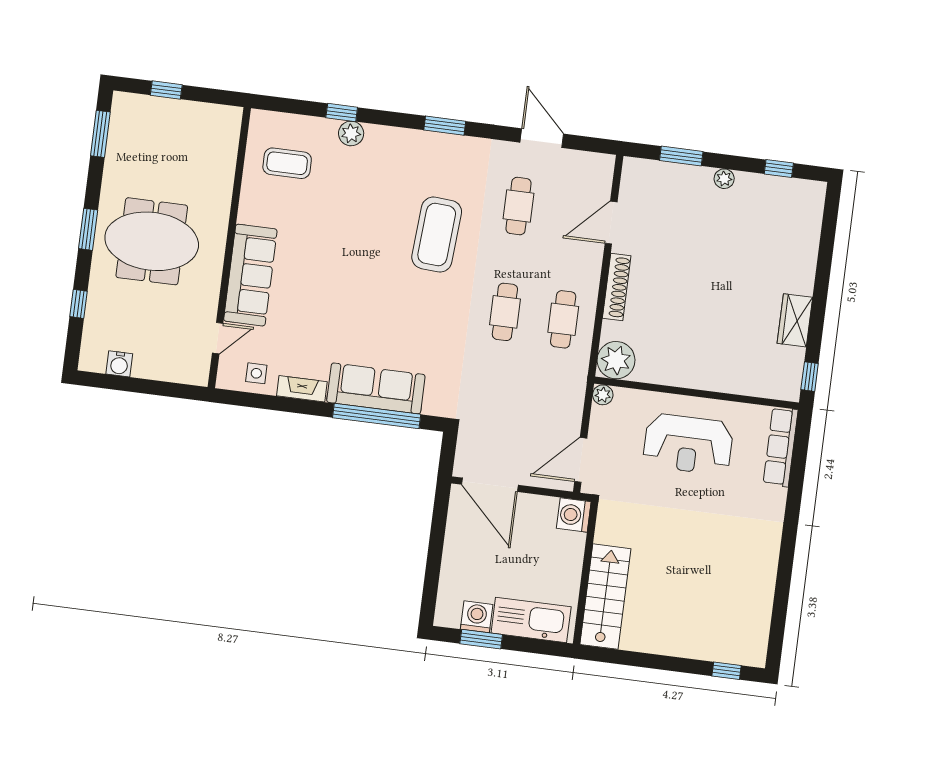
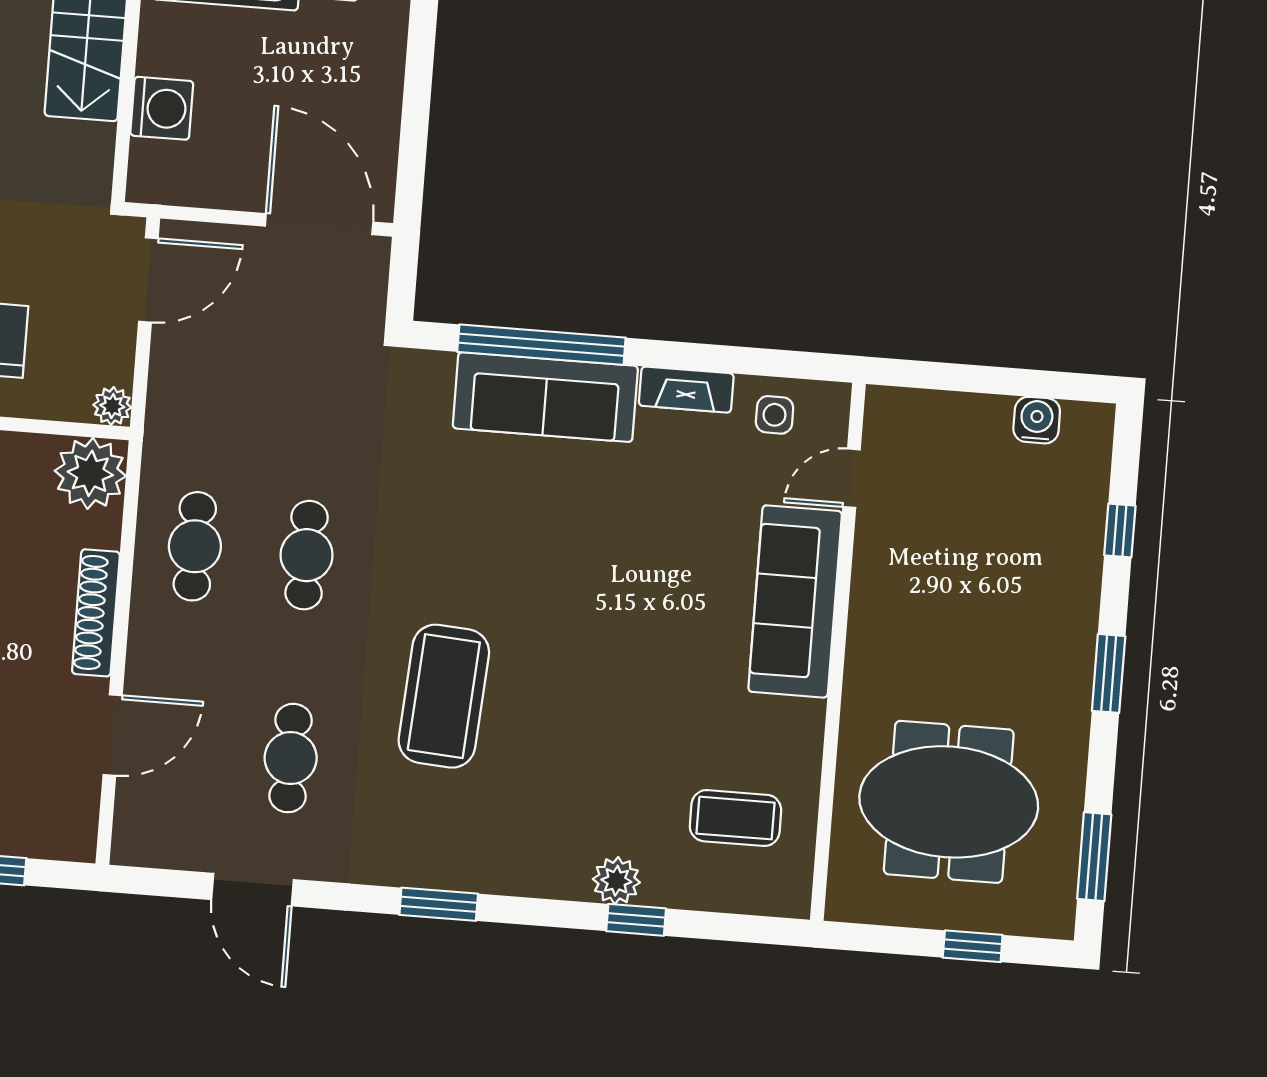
meeting table: (152, 241) -> (949, 802), moved
washing machine: (574, 515) -> (162, 108), moved

